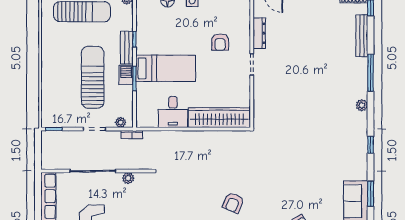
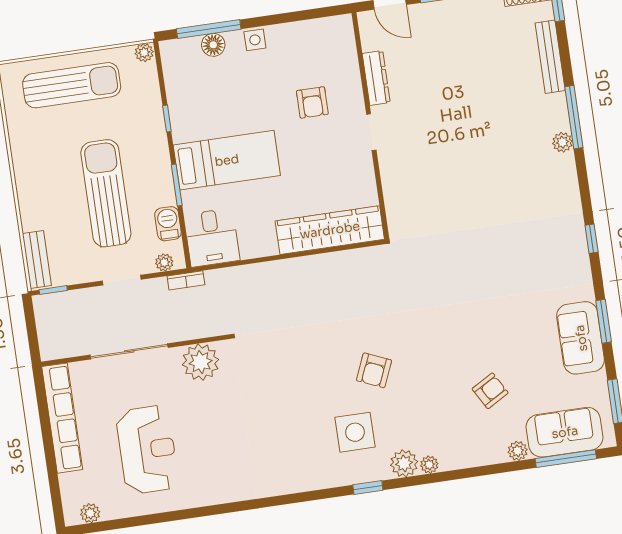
bench: (127, 48) -> (37, 259), moved
barbecue: (126, 75) -> (168, 224), moved
plant: (362, 105) -> (562, 142), moved
desk: (173, 112) -> (212, 238), moved
plant: (128, 178) -> (201, 362), width x1.88, depth x1.88

